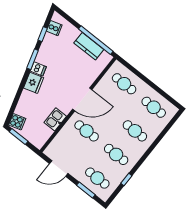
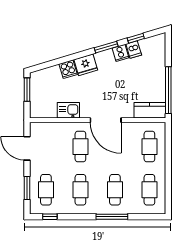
cooker: (54, 28) -> (120, 53), moved
kitchen counter: (89, 46) -> (150, 110), moved, turned 90
dishwasher: (38, 69) -> (134, 49), moved
cooker: (17, 122) -> (68, 69), moved
window: (152, 148) -> (112, 217), added
window: (126, 179) -> (50, 217), moved

